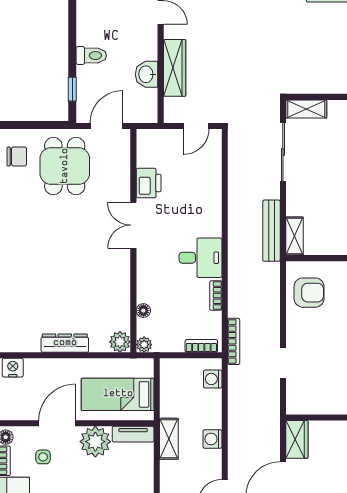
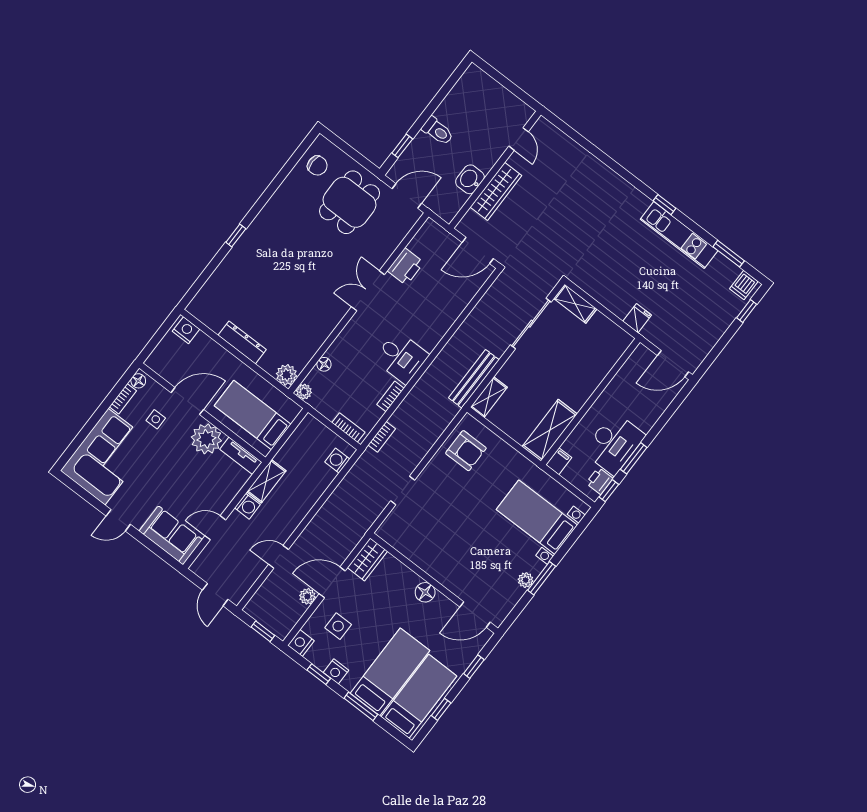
door: (196, 126) -> (478, 250), width x1.37
bookcase: (234, 341) -> (382, 437), width x0.64
washing machine: (212, 439) -> (247, 506), moved, turned 180

